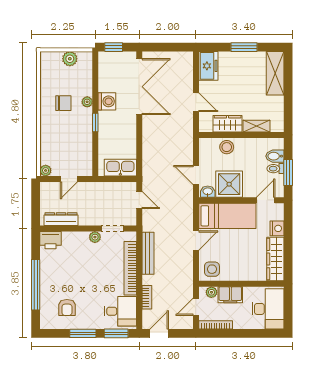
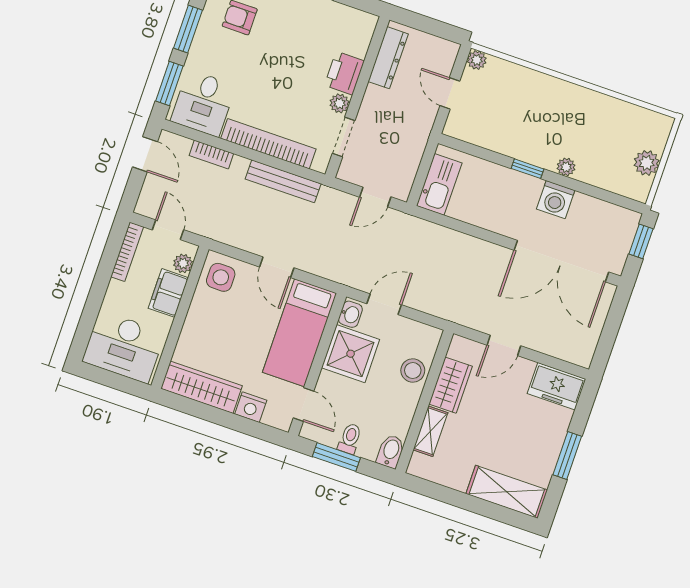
chair: (63, 103) -> (577, 127), removed
bidet: (275, 156) -> (391, 451), moved
printer: (51, 240) -> (344, 73), moved

